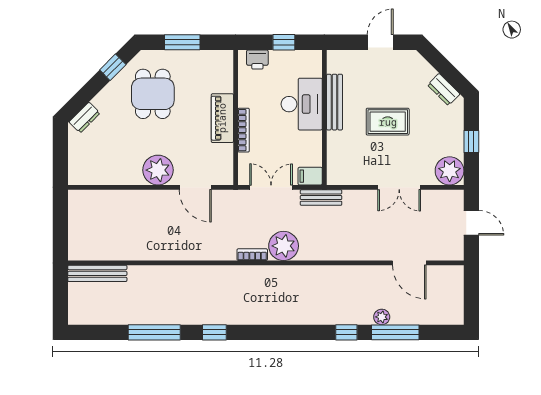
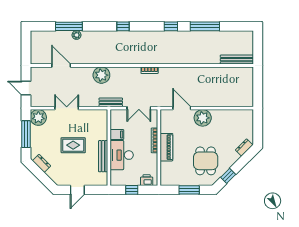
window: (471, 141) -> (26, 134), width x2.17
filing cabinet: (310, 176) -> (117, 135), moved
plant: (284, 246) -> (101, 75), moved
window: (346, 332) -> (123, 26), moved

